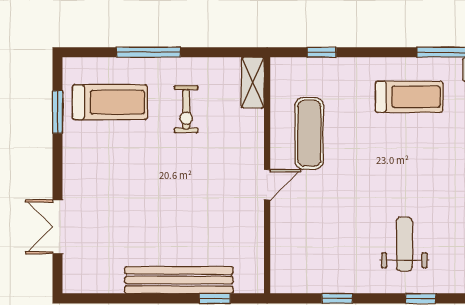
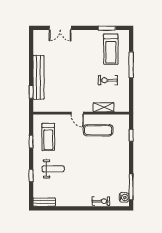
shelving: (253, 83) -> (104, 107), moved
treadmill: (409, 97) -> (48, 137), moved
double door: (58, 227) -> (60, 28), swing flipped

